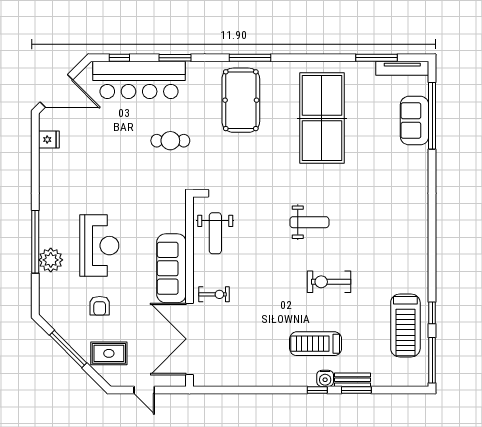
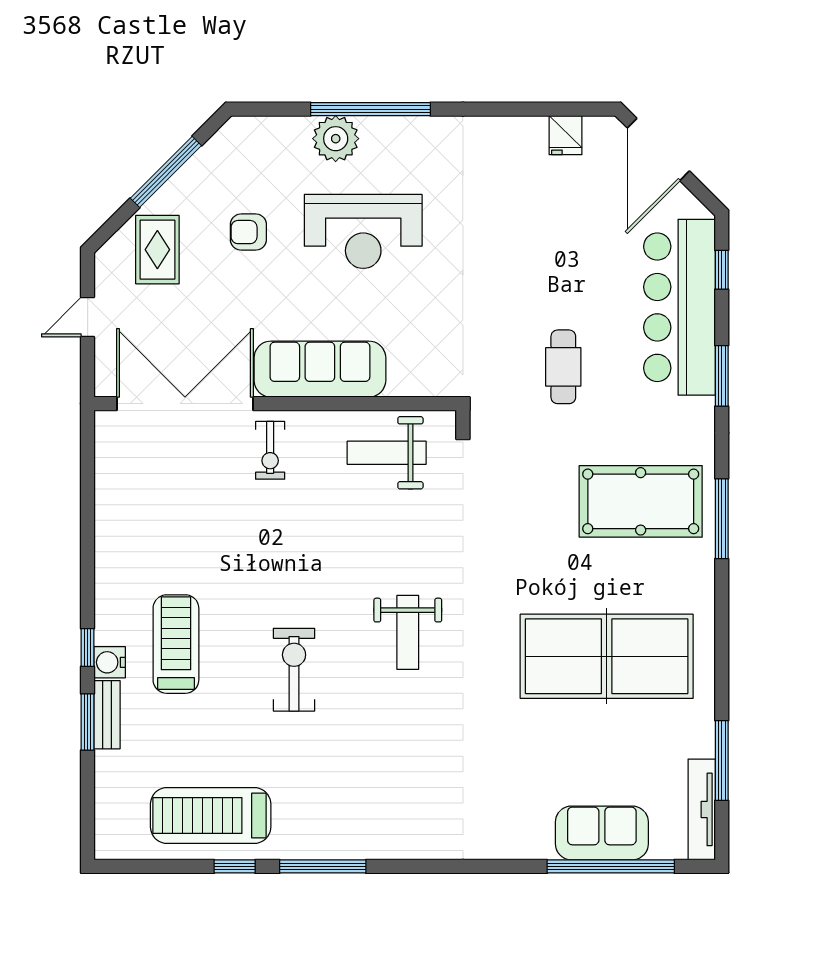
window: (432, 360) -> (323, 866), moved

